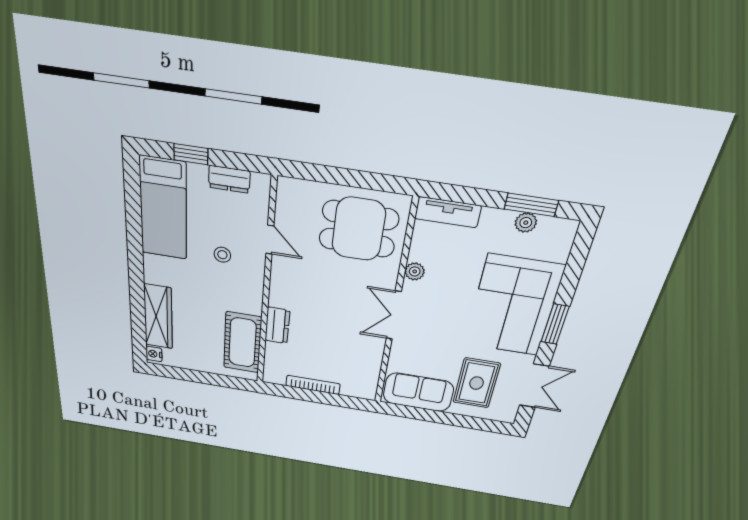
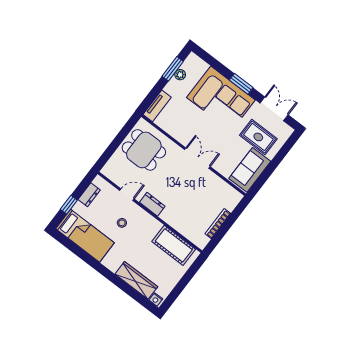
dining table: (359, 229) -> (144, 150), turned 90
plant: (415, 271) -> (179, 136), removed
double door: (394, 315) -> (197, 158), swing flipped
dresser: (277, 325) -> (152, 204), moved

